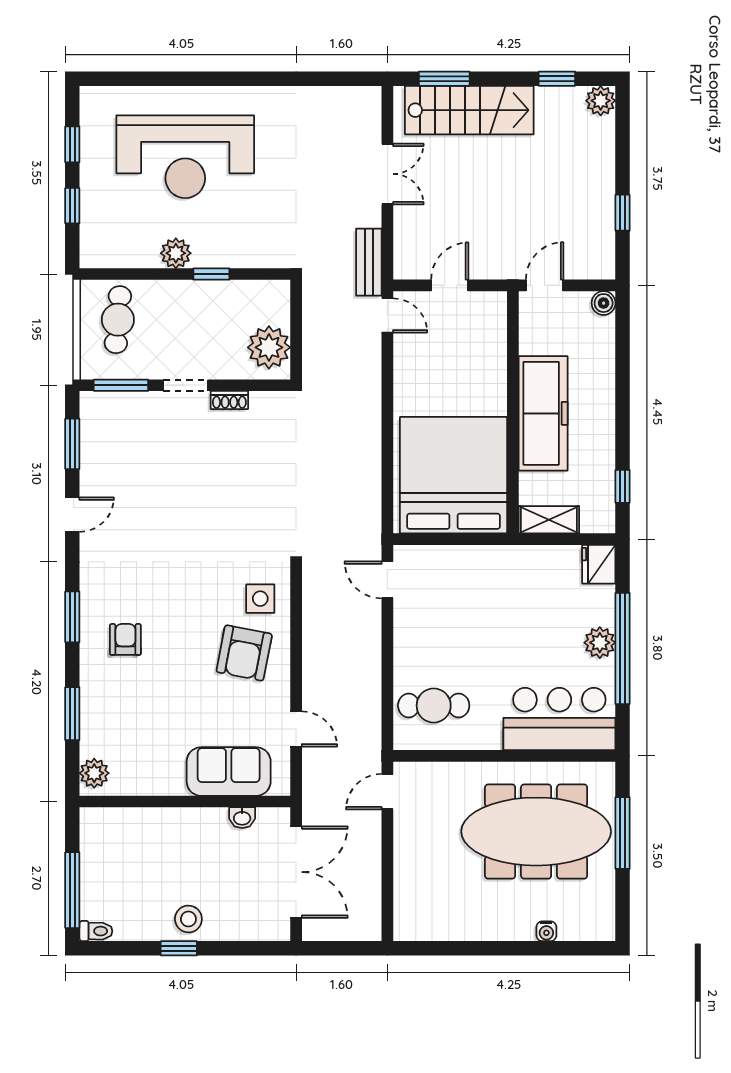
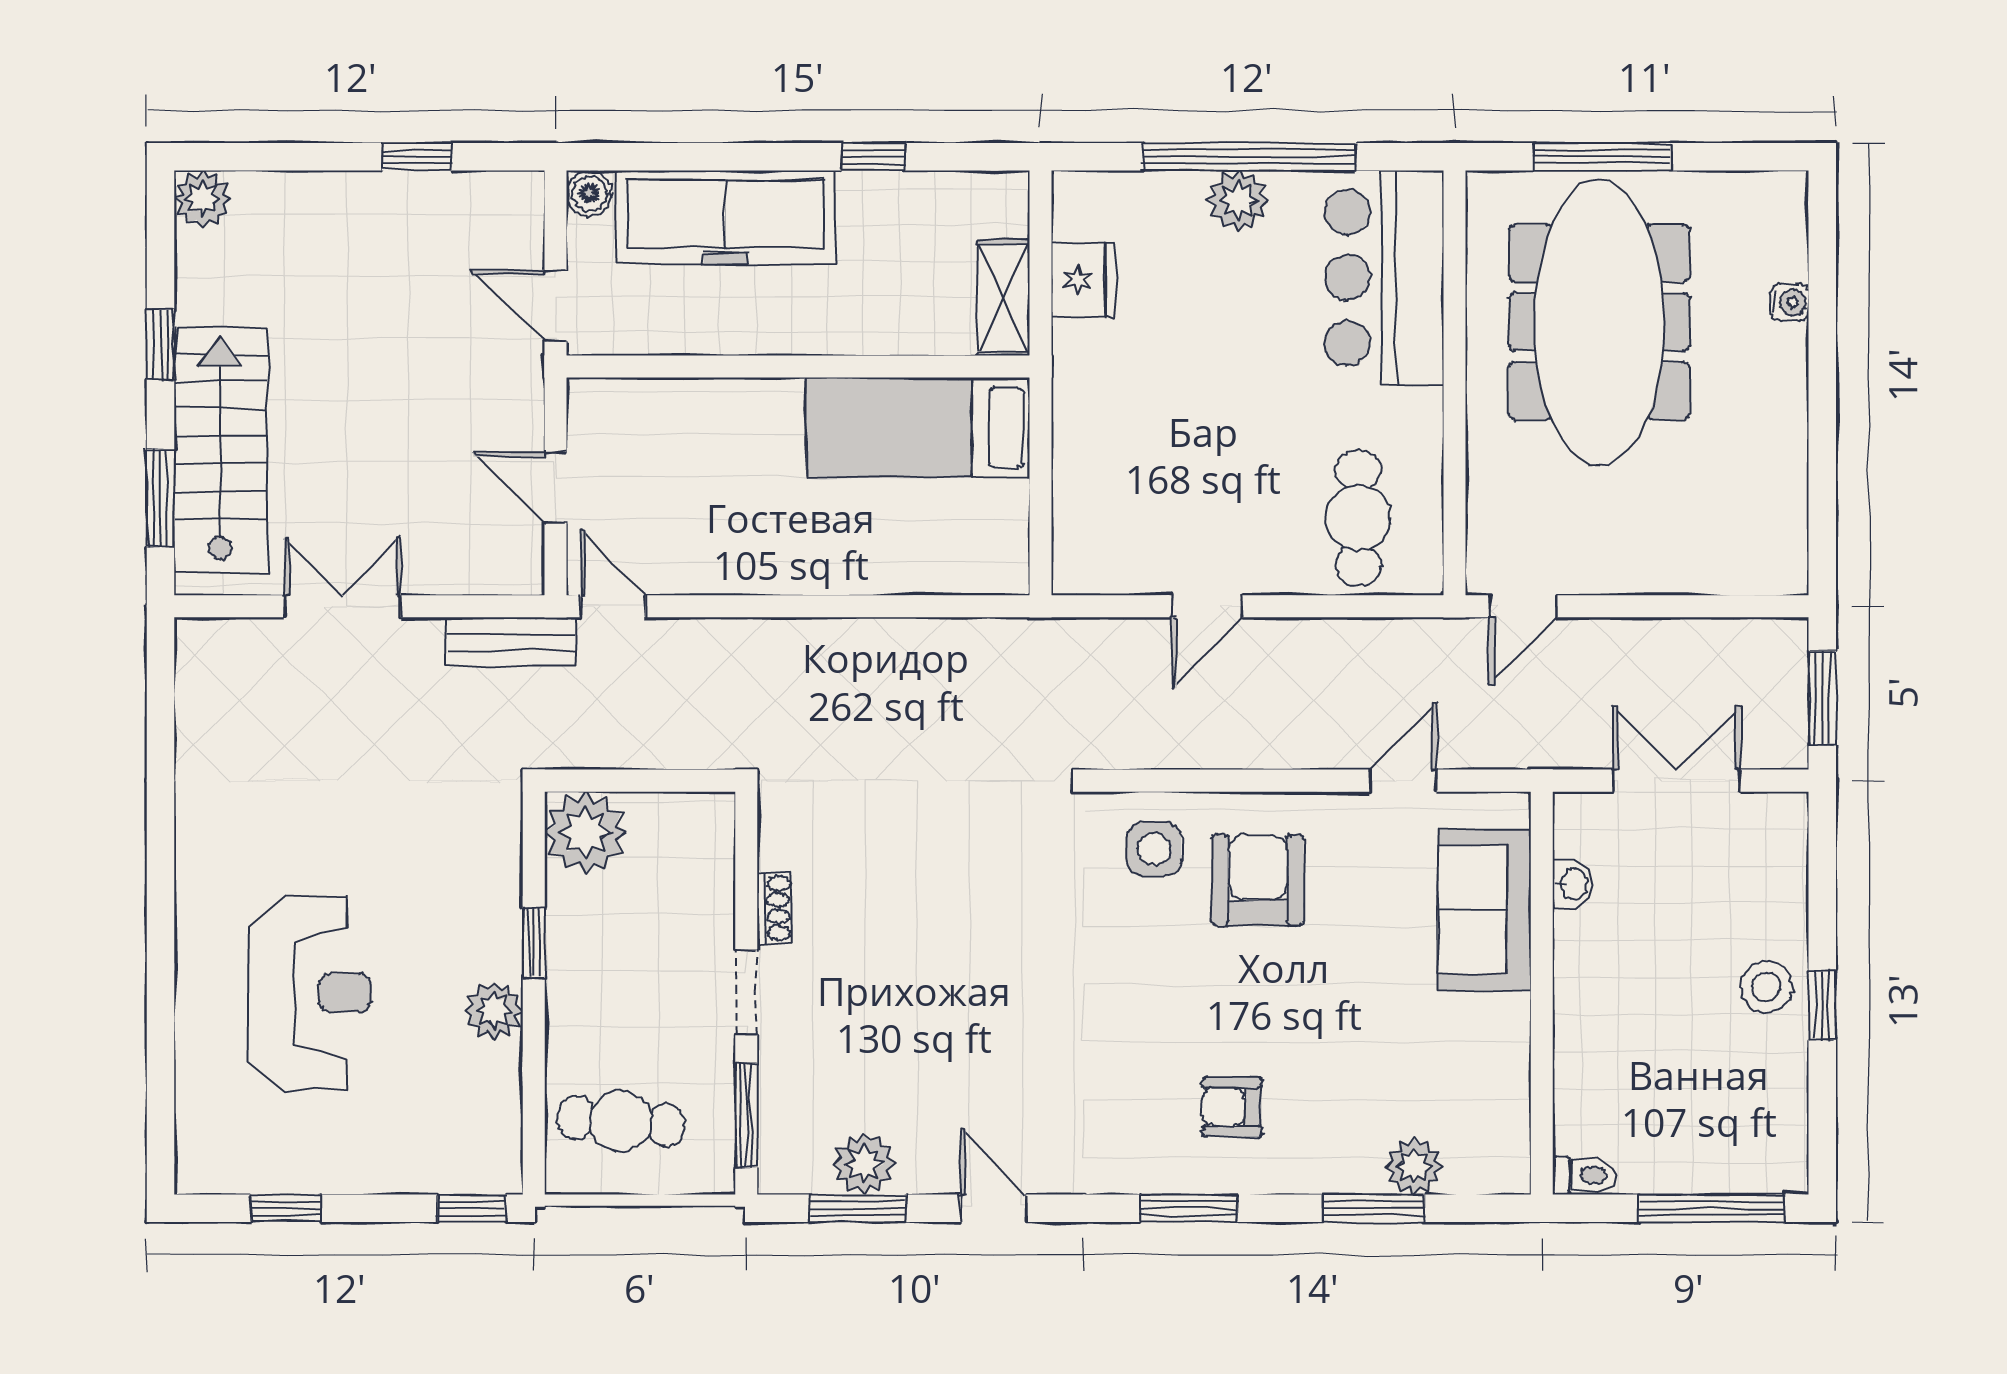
window: (557, 79) -> (160, 344), moved
reception desk: (185, 157) -> (309, 993), width x0.74, depth x0.77
window: (72, 206) -> (472, 1208), moved
door: (387, 316) -> (613, 606), hinge flipped
plant: (269, 347) -> (586, 833), moved
freezer: (543, 413) -> (726, 217), moved, turned 180
plant: (96, 447) -> (864, 1164), added
bed: (454, 475) -> (918, 428), width x0.49
window: (623, 486) -> (873, 157), moved
fridge: (599, 564) -> (1083, 280), moved, turned -90
door: (387, 580) -> (1207, 606), moved
armchair: (244, 653) -> (1258, 880), turned -101
plant: (94, 773) -> (1414, 1167), moved
door: (387, 792) -> (1523, 606), hinge flipped
double door: (296, 872) -> (1677, 781), width x0.73
toilet: (96, 931) -> (1584, 1175), moved, turned 90
window: (339, 948) -> (1822, 698), added

